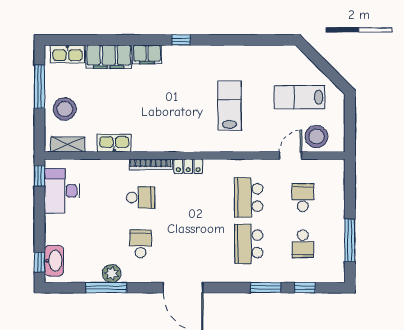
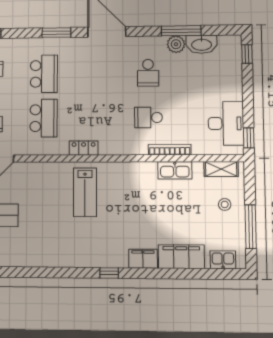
kitchen sink: (67, 54) -> (223, 260), width x0.73
lab bench: (230, 105) -> (85, 192), moved
stool: (65, 109) -> (225, 204), width x0.53, depth x0.53
bookcase: (151, 164) -> (170, 150), moved
locker: (188, 166) -> (84, 148), moved
washbasin: (54, 261) -> (202, 44), moved, turned -90
window: (266, 288) -> (56, 33), moved

